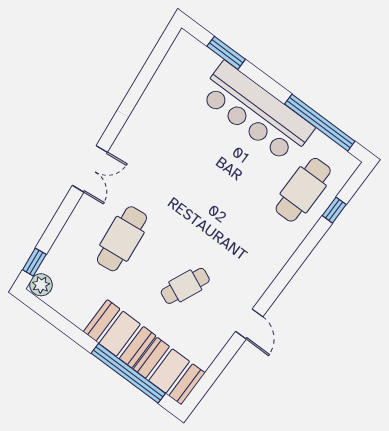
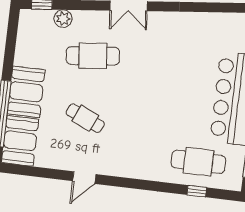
plant: (41, 285) -> (63, 19), moved

